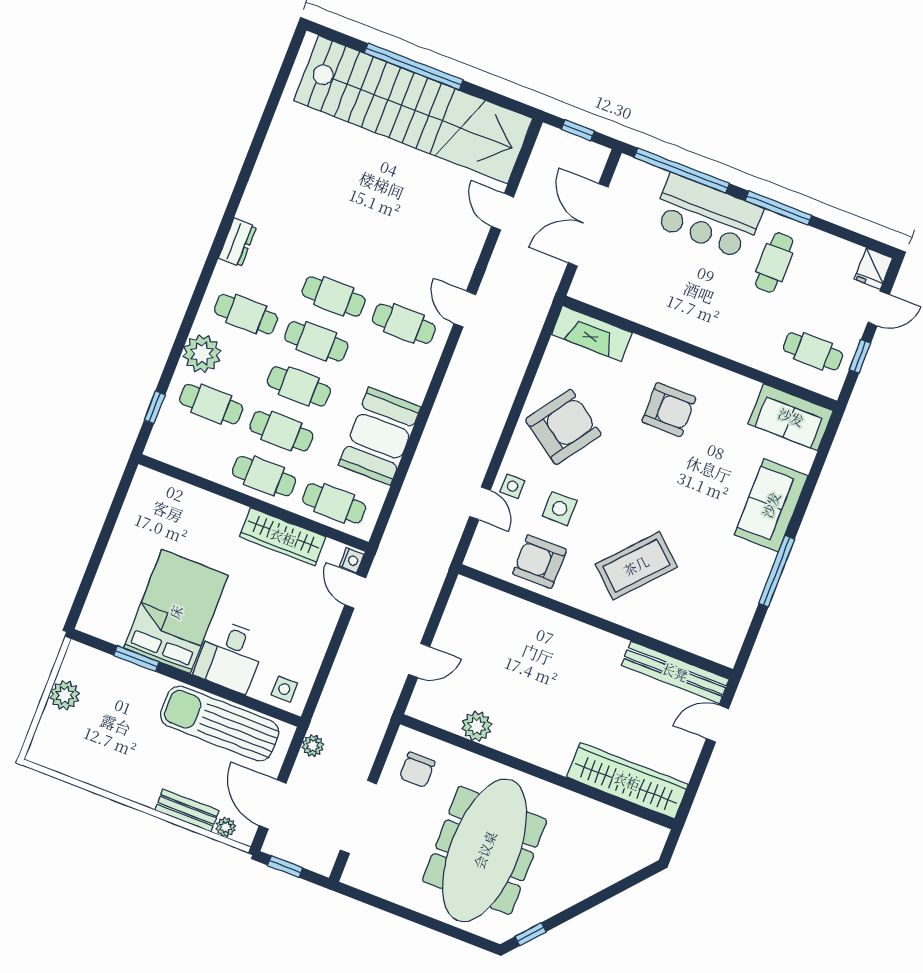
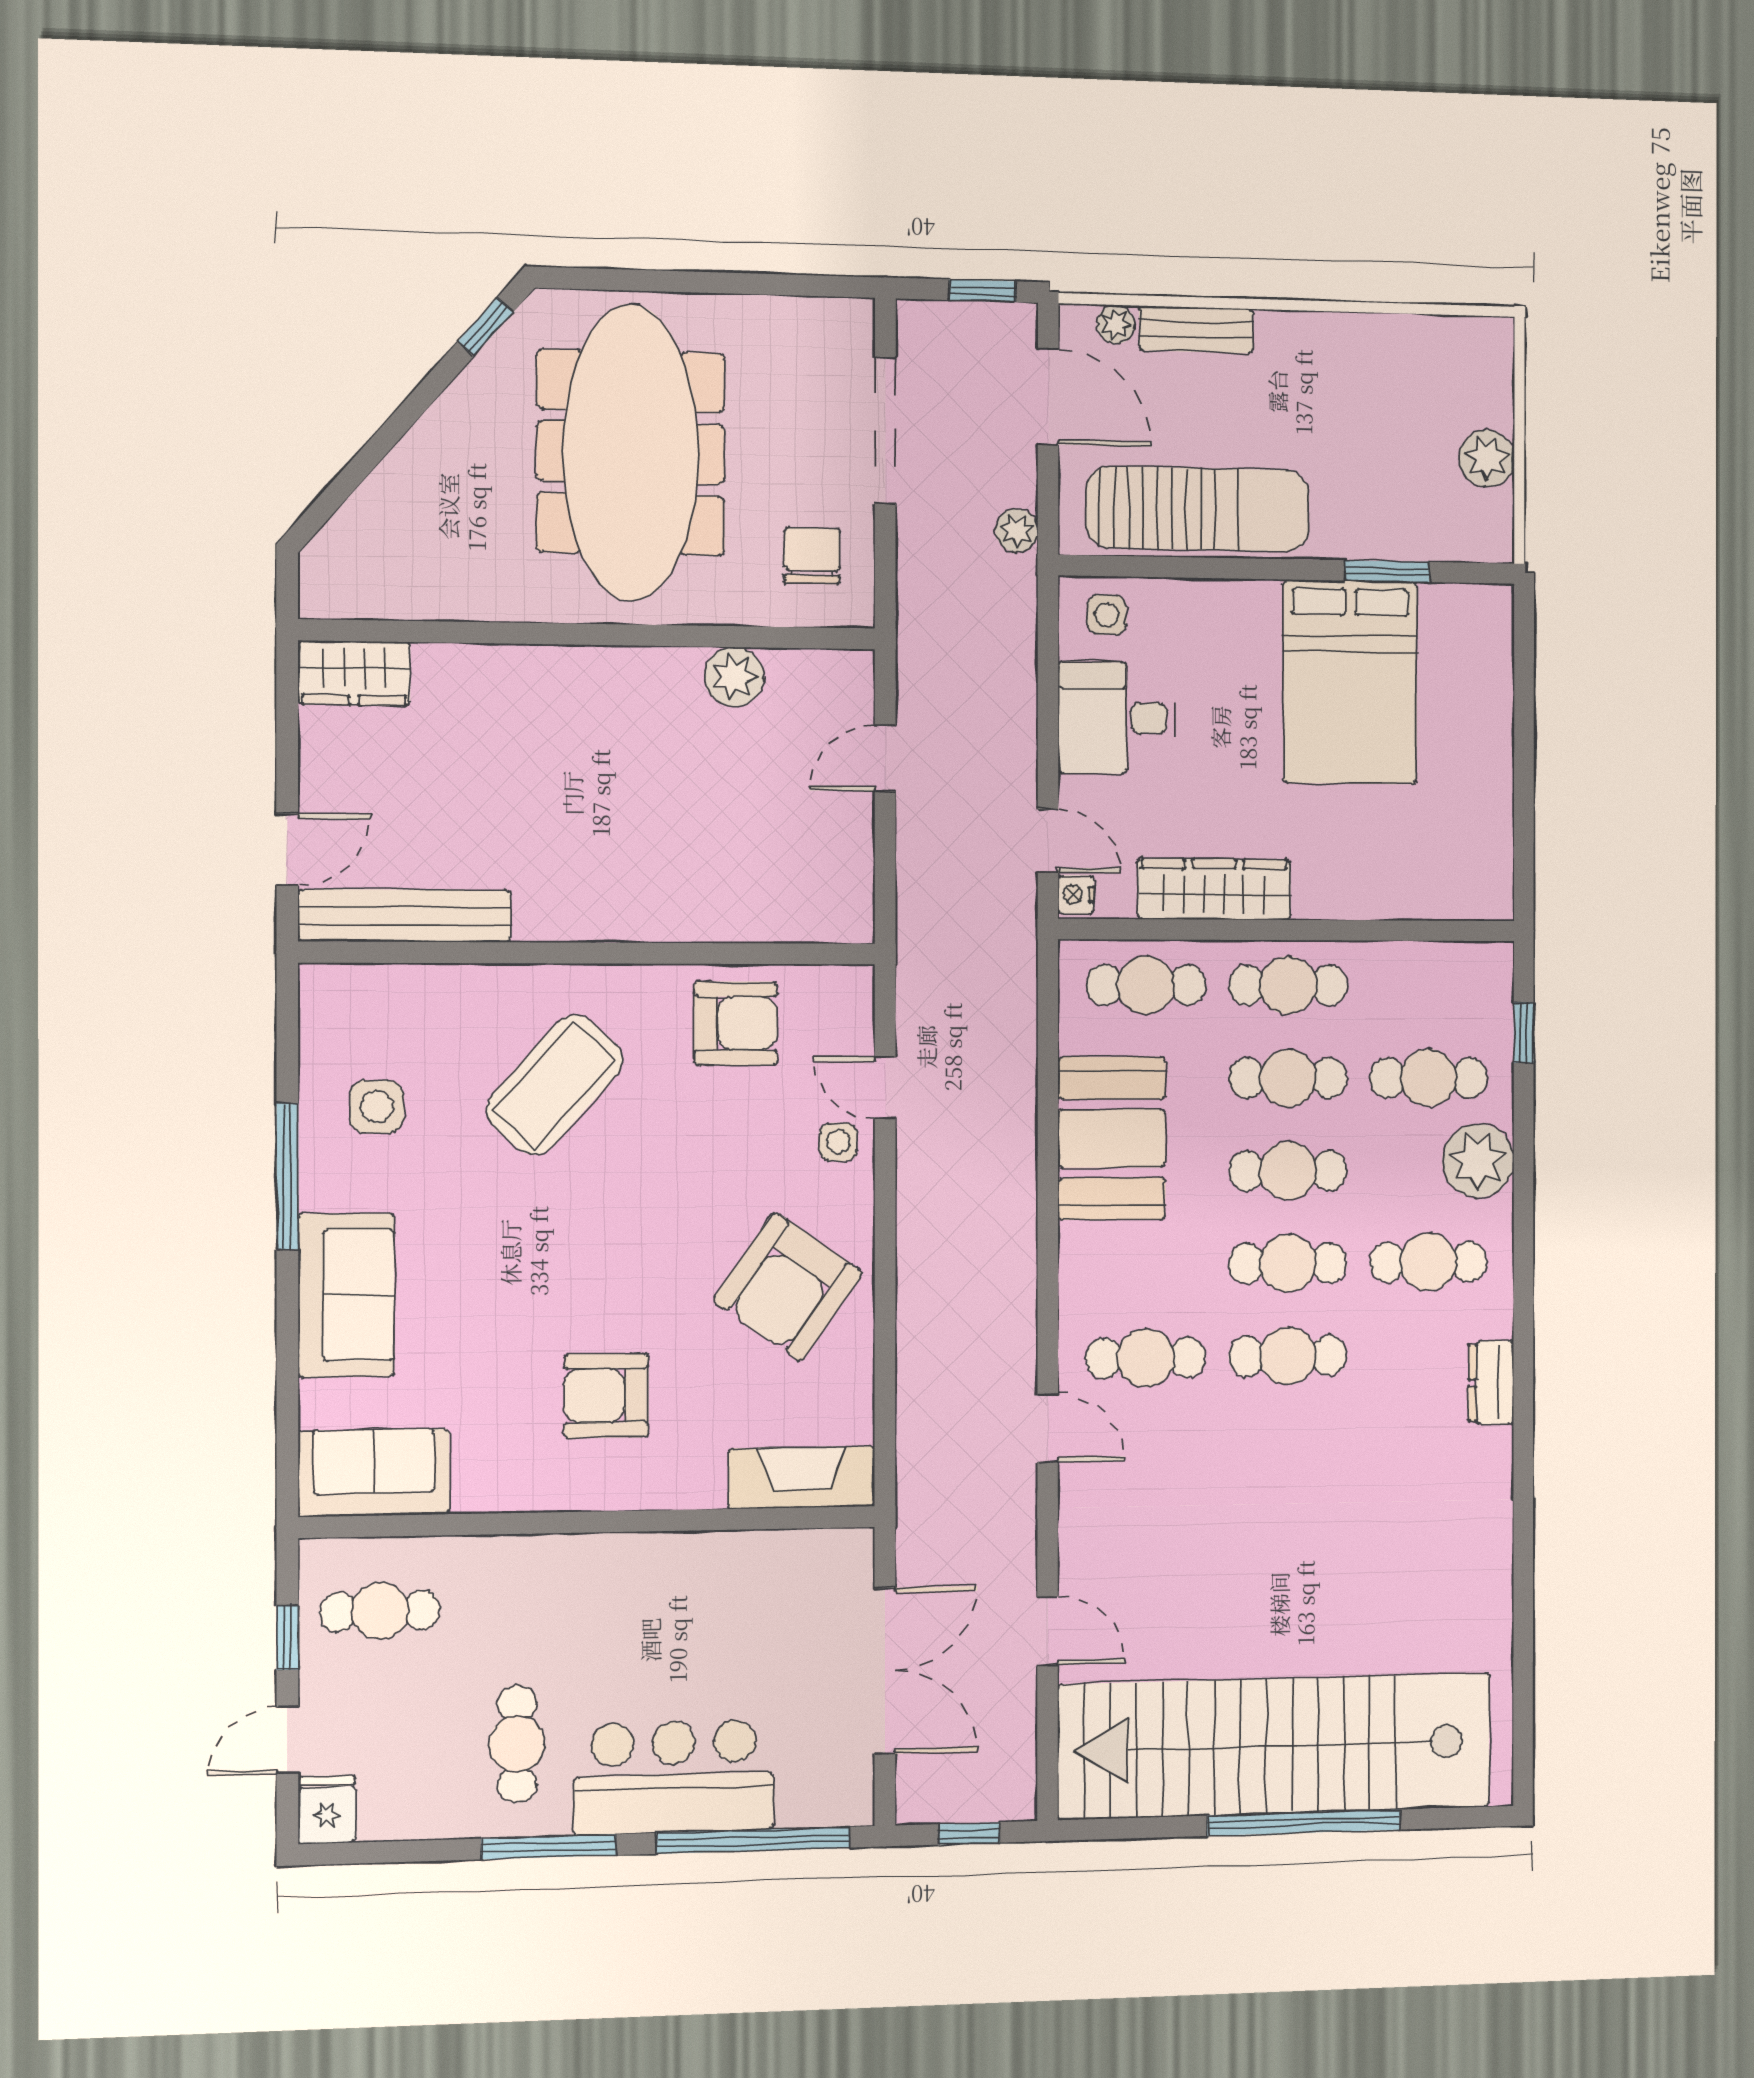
side table: (560, 508) -> (377, 1107), moved
desk: (230, 656) -> (1117, 718), moved, turned -90
wardrobe: (627, 781) -> (354, 673), width x0.48, depth x0.85

